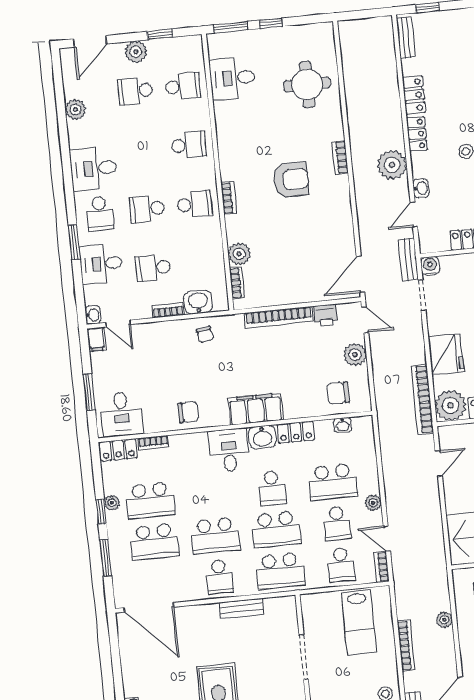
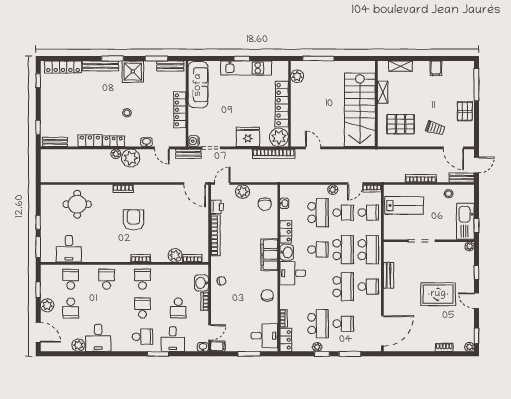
desk: (94, 168) -> (98, 338), moved
school desk: (147, 209) -> (142, 308), turned 180
school desk: (154, 542) -> (343, 324), width x0.54
plant: (444, 620) -> (116, 154), moved

